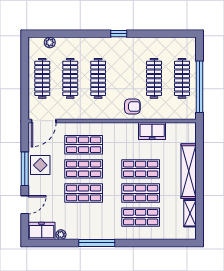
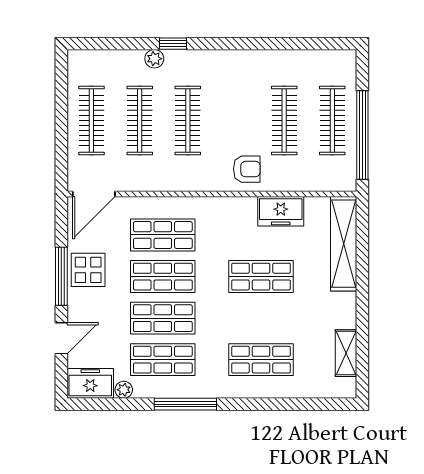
window: (119, 34) -> (173, 44), moved
plant: (50, 42) -> (154, 59), moved
shelving: (189, 171) -> (344, 244), moved
shop shelf: (141, 193) -> (163, 360), moved

